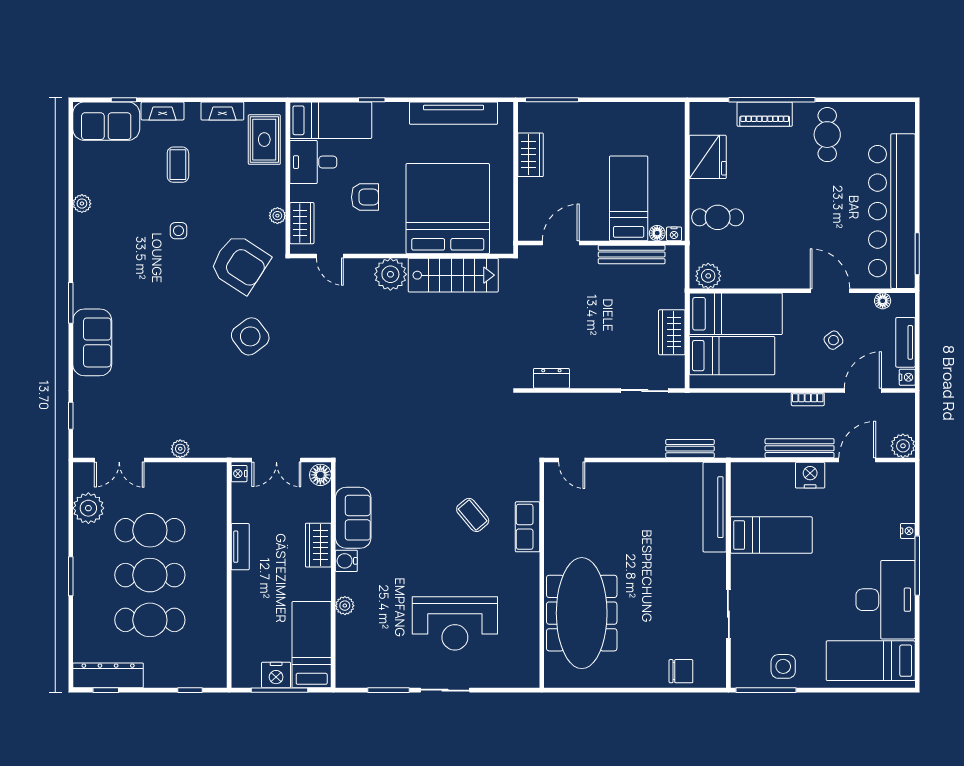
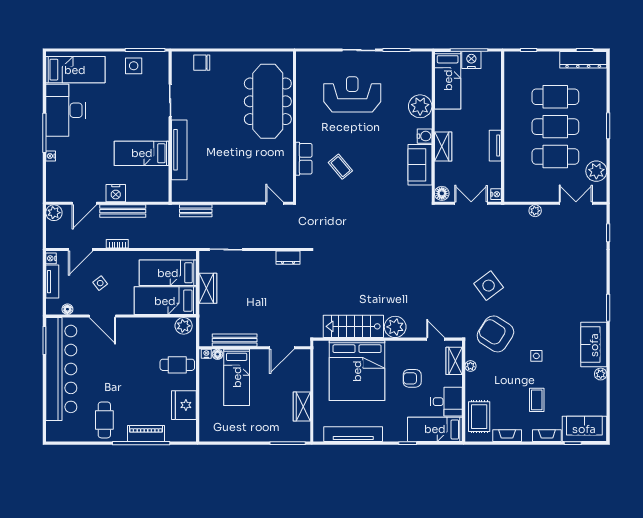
sofa: (92, 342) -> (594, 345), moved
tv unit: (715, 507) -> (179, 150), moved
plant: (345, 606) -> (420, 106), width x1.88, depth x1.88

